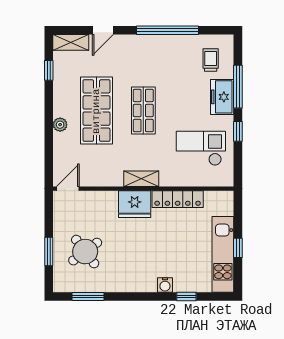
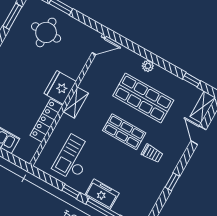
window: (167, 30) -> (172, 182), width x0.32
trolley: (211, 60) -> (152, 153), moved
checkout: (201, 148) -> (74, 158), turned 180
door: (68, 189) -> (99, 46), hinge flipped
round table: (85, 252) -> (46, 32), turned 37

